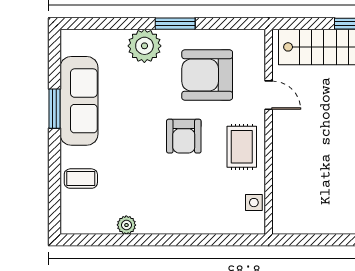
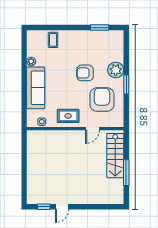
sofa: (79, 101) -> (36, 88), moved, turned -90
window: (55, 109) -> (100, 28), moved
armchair: (184, 136) -> (85, 73), moved

